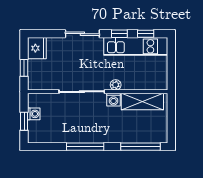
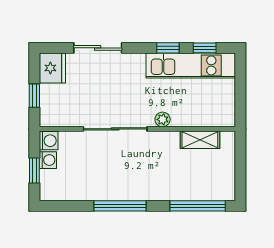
sliding door: (82, 34) -> (98, 48), moved
washing machine: (114, 100) -> (49, 141), moved, turned -90
shelving: (142, 101) -> (200, 140), width x0.67, depth x0.75

